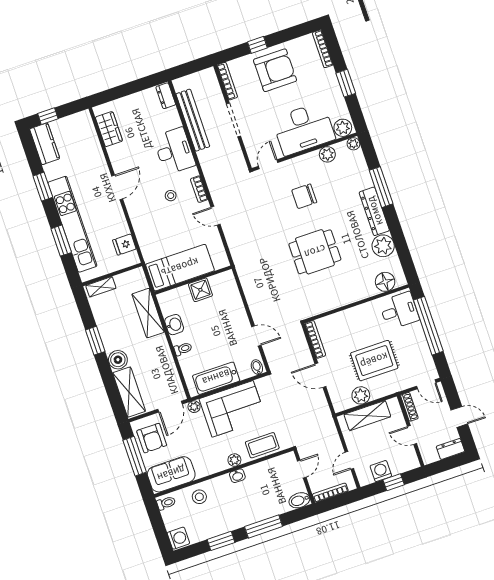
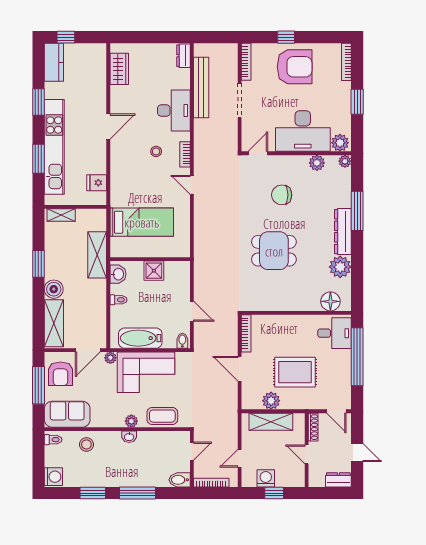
wall: (193, 280) -> (150, 259), moved
shower: (200, 290) -> (154, 271), moved

